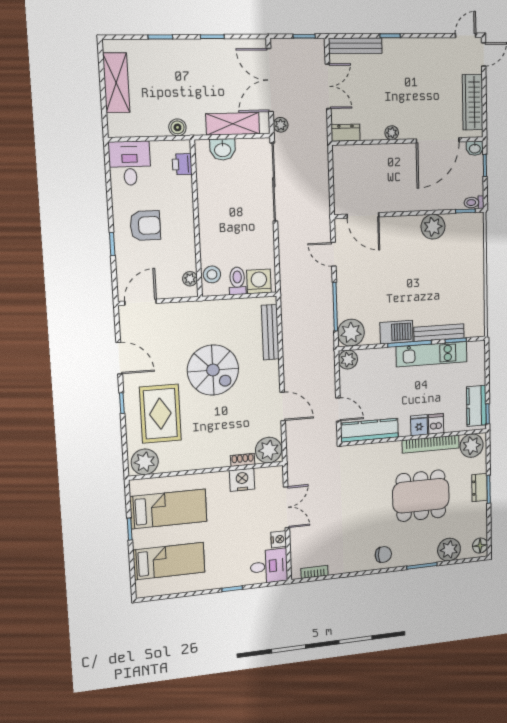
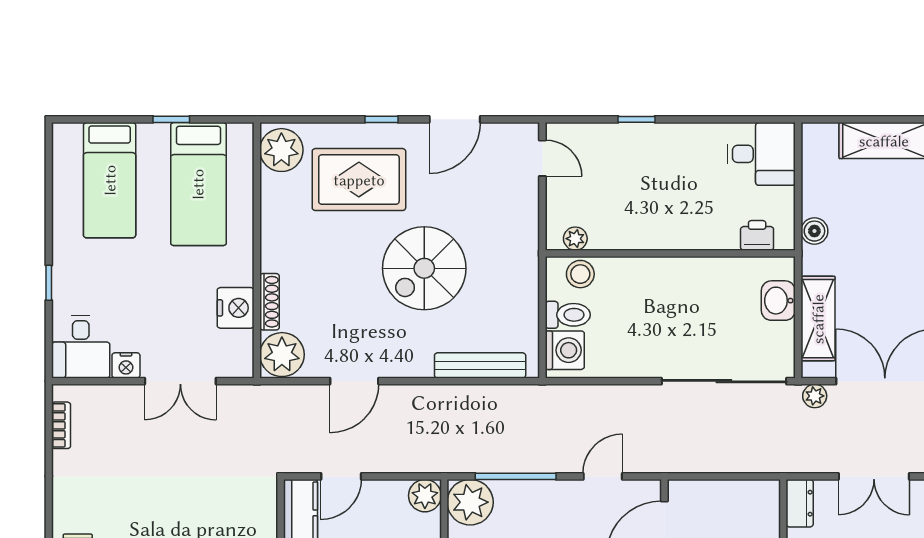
armchair: (145, 226) -> (663, 172), removed
door: (141, 302) -> (542, 158), width x0.73
shoe rack: (243, 460) -> (270, 302), width x1.43

